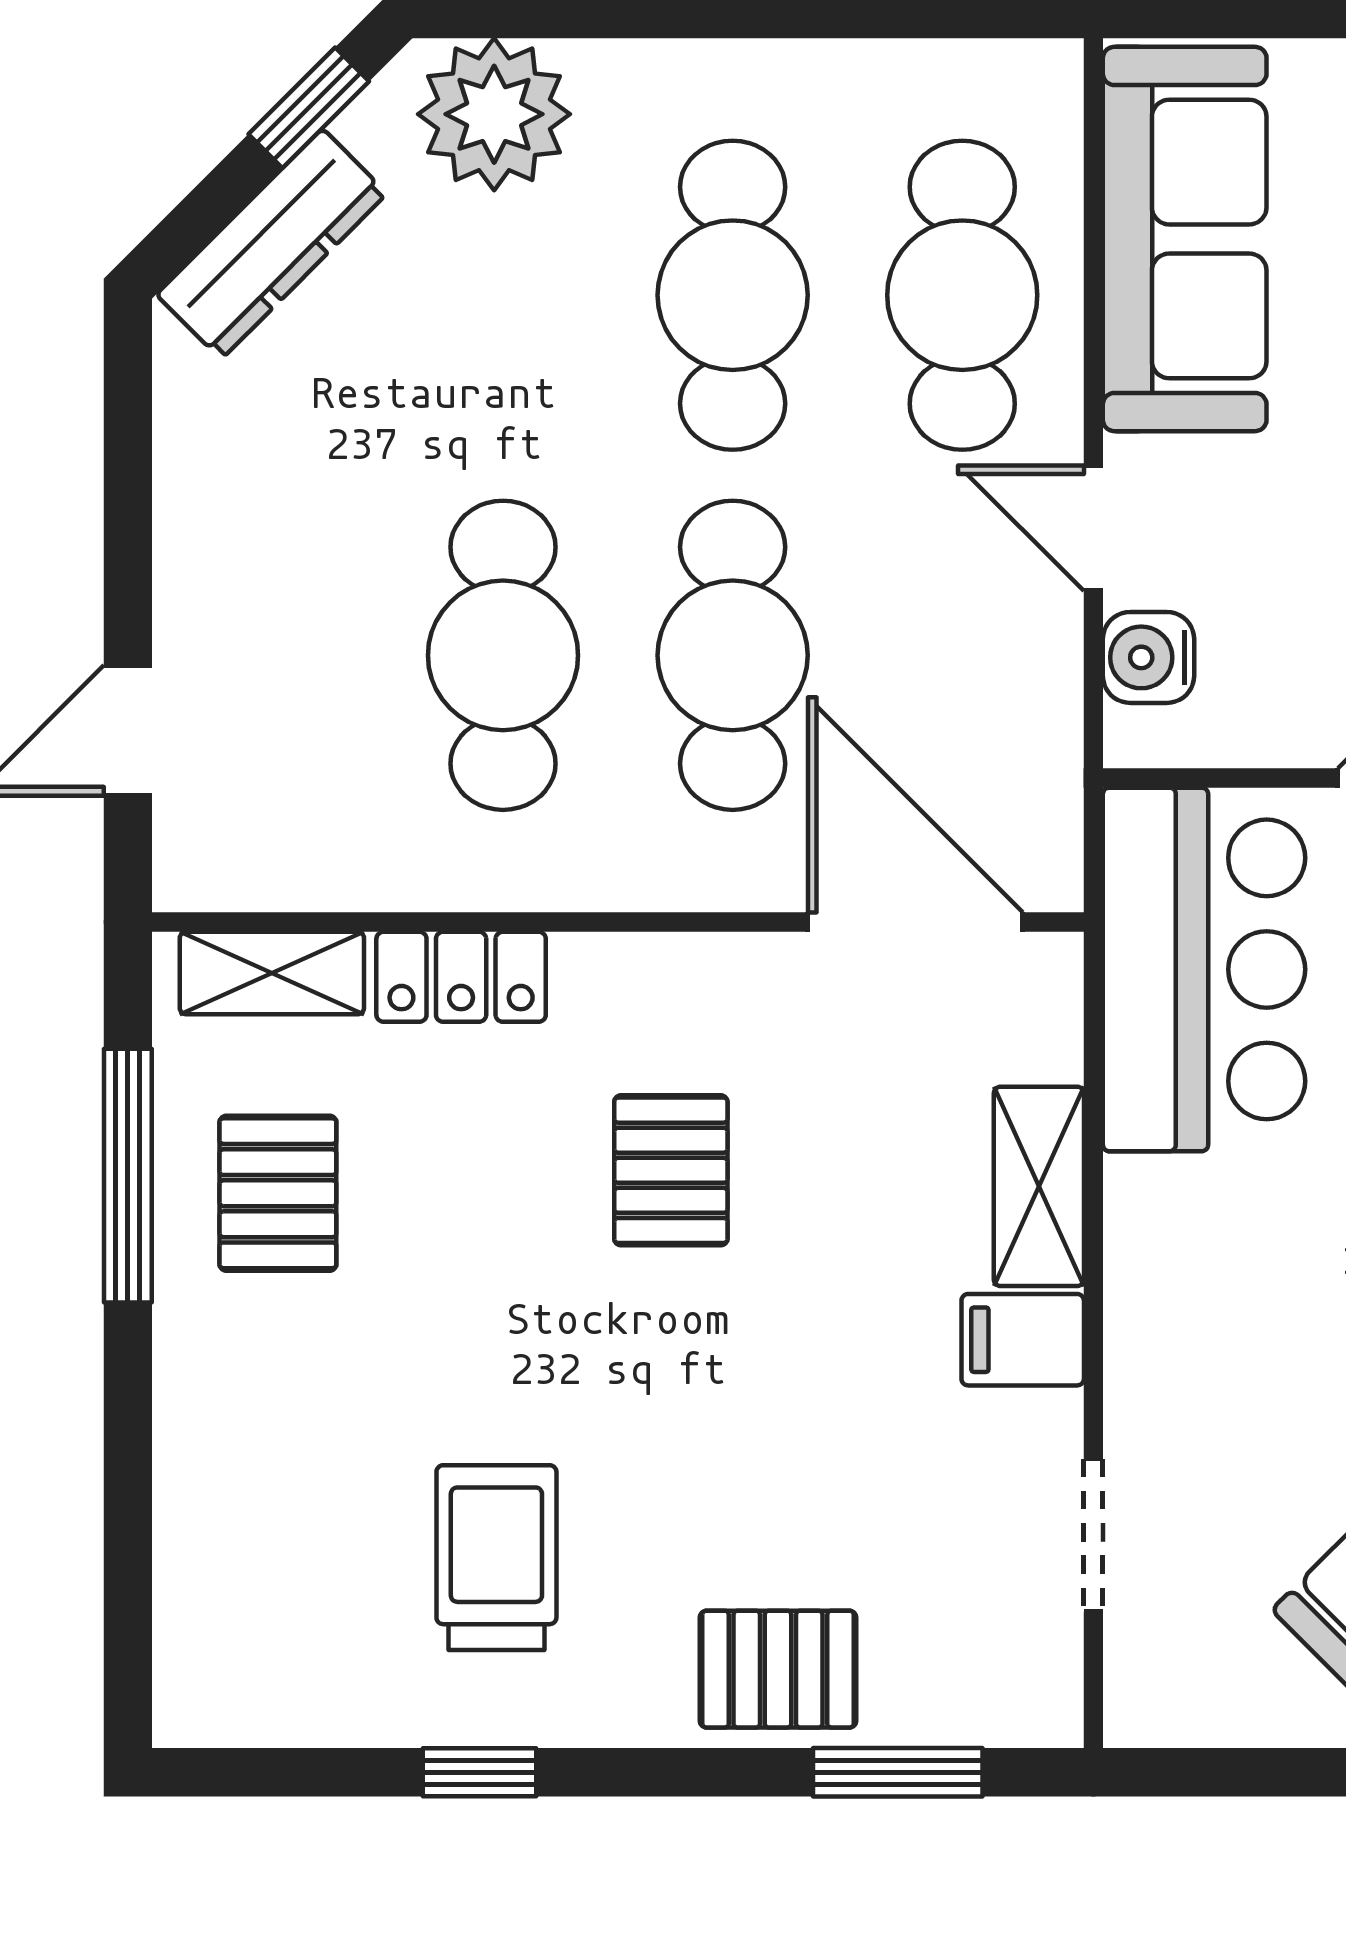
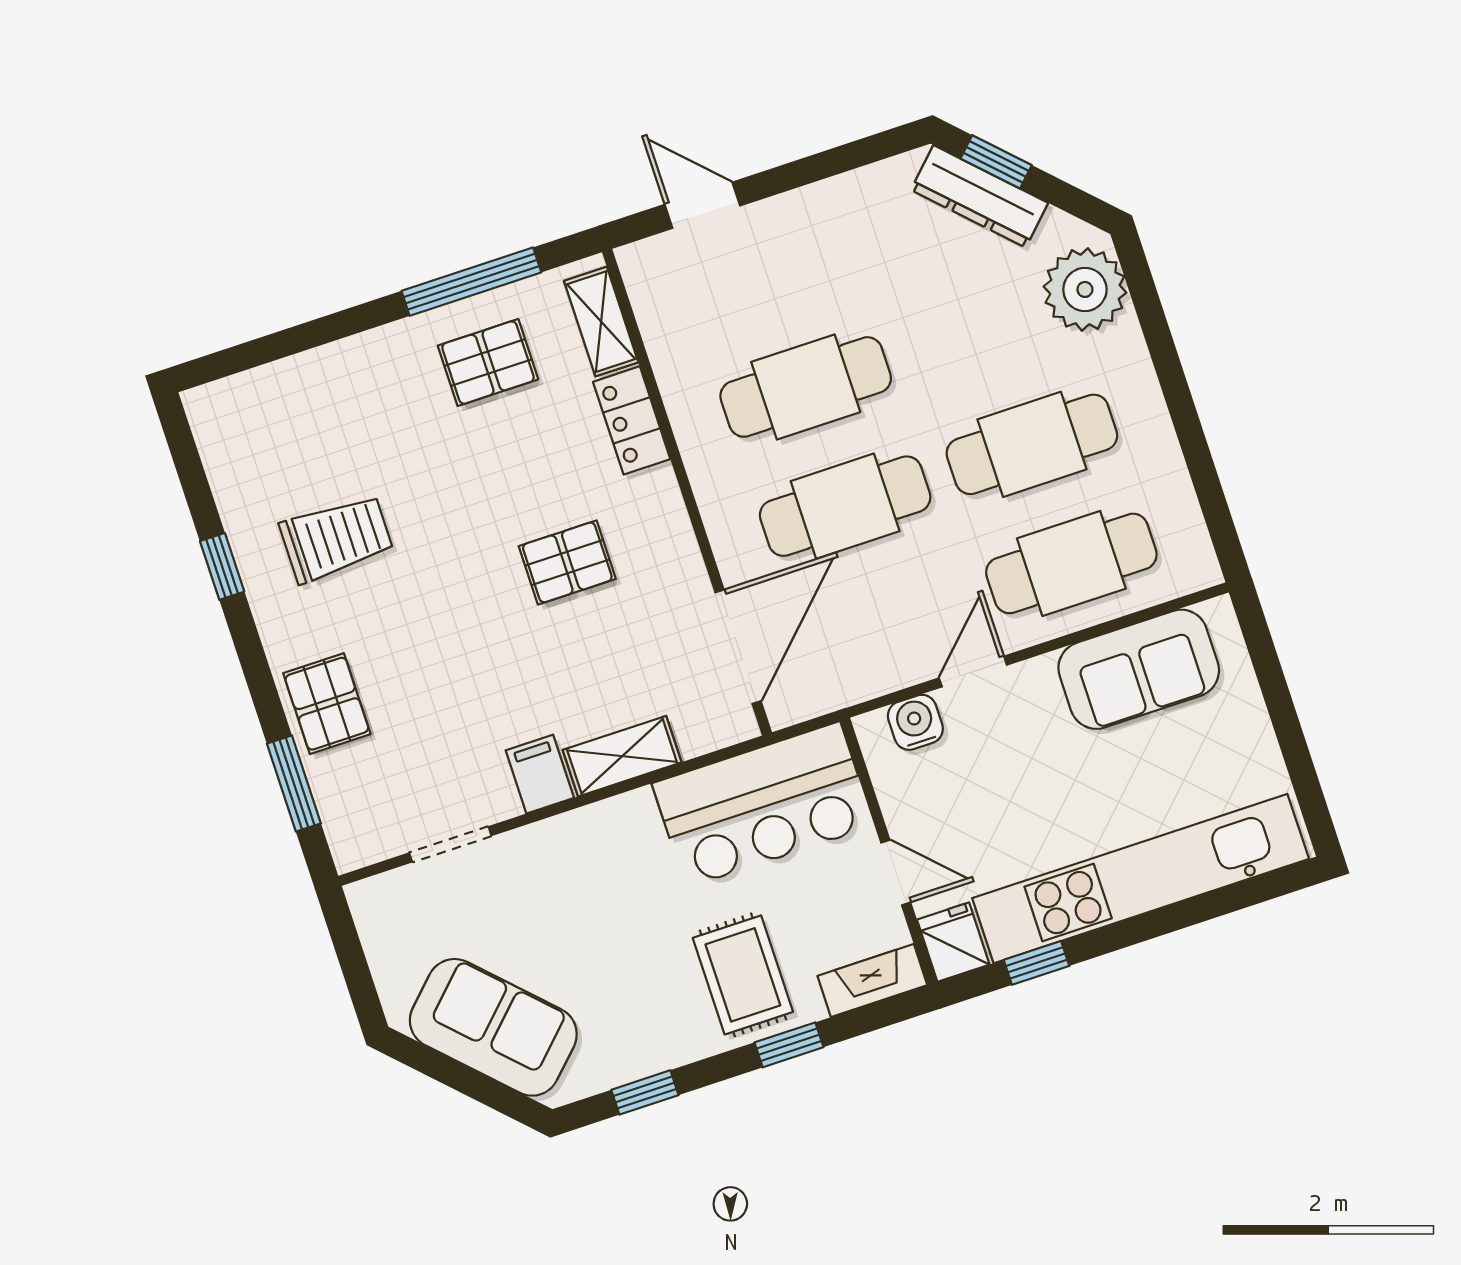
window: (309, 108) -> (996, 162), moved
sofa: (1185, 239) -> (1139, 669), width x0.73

